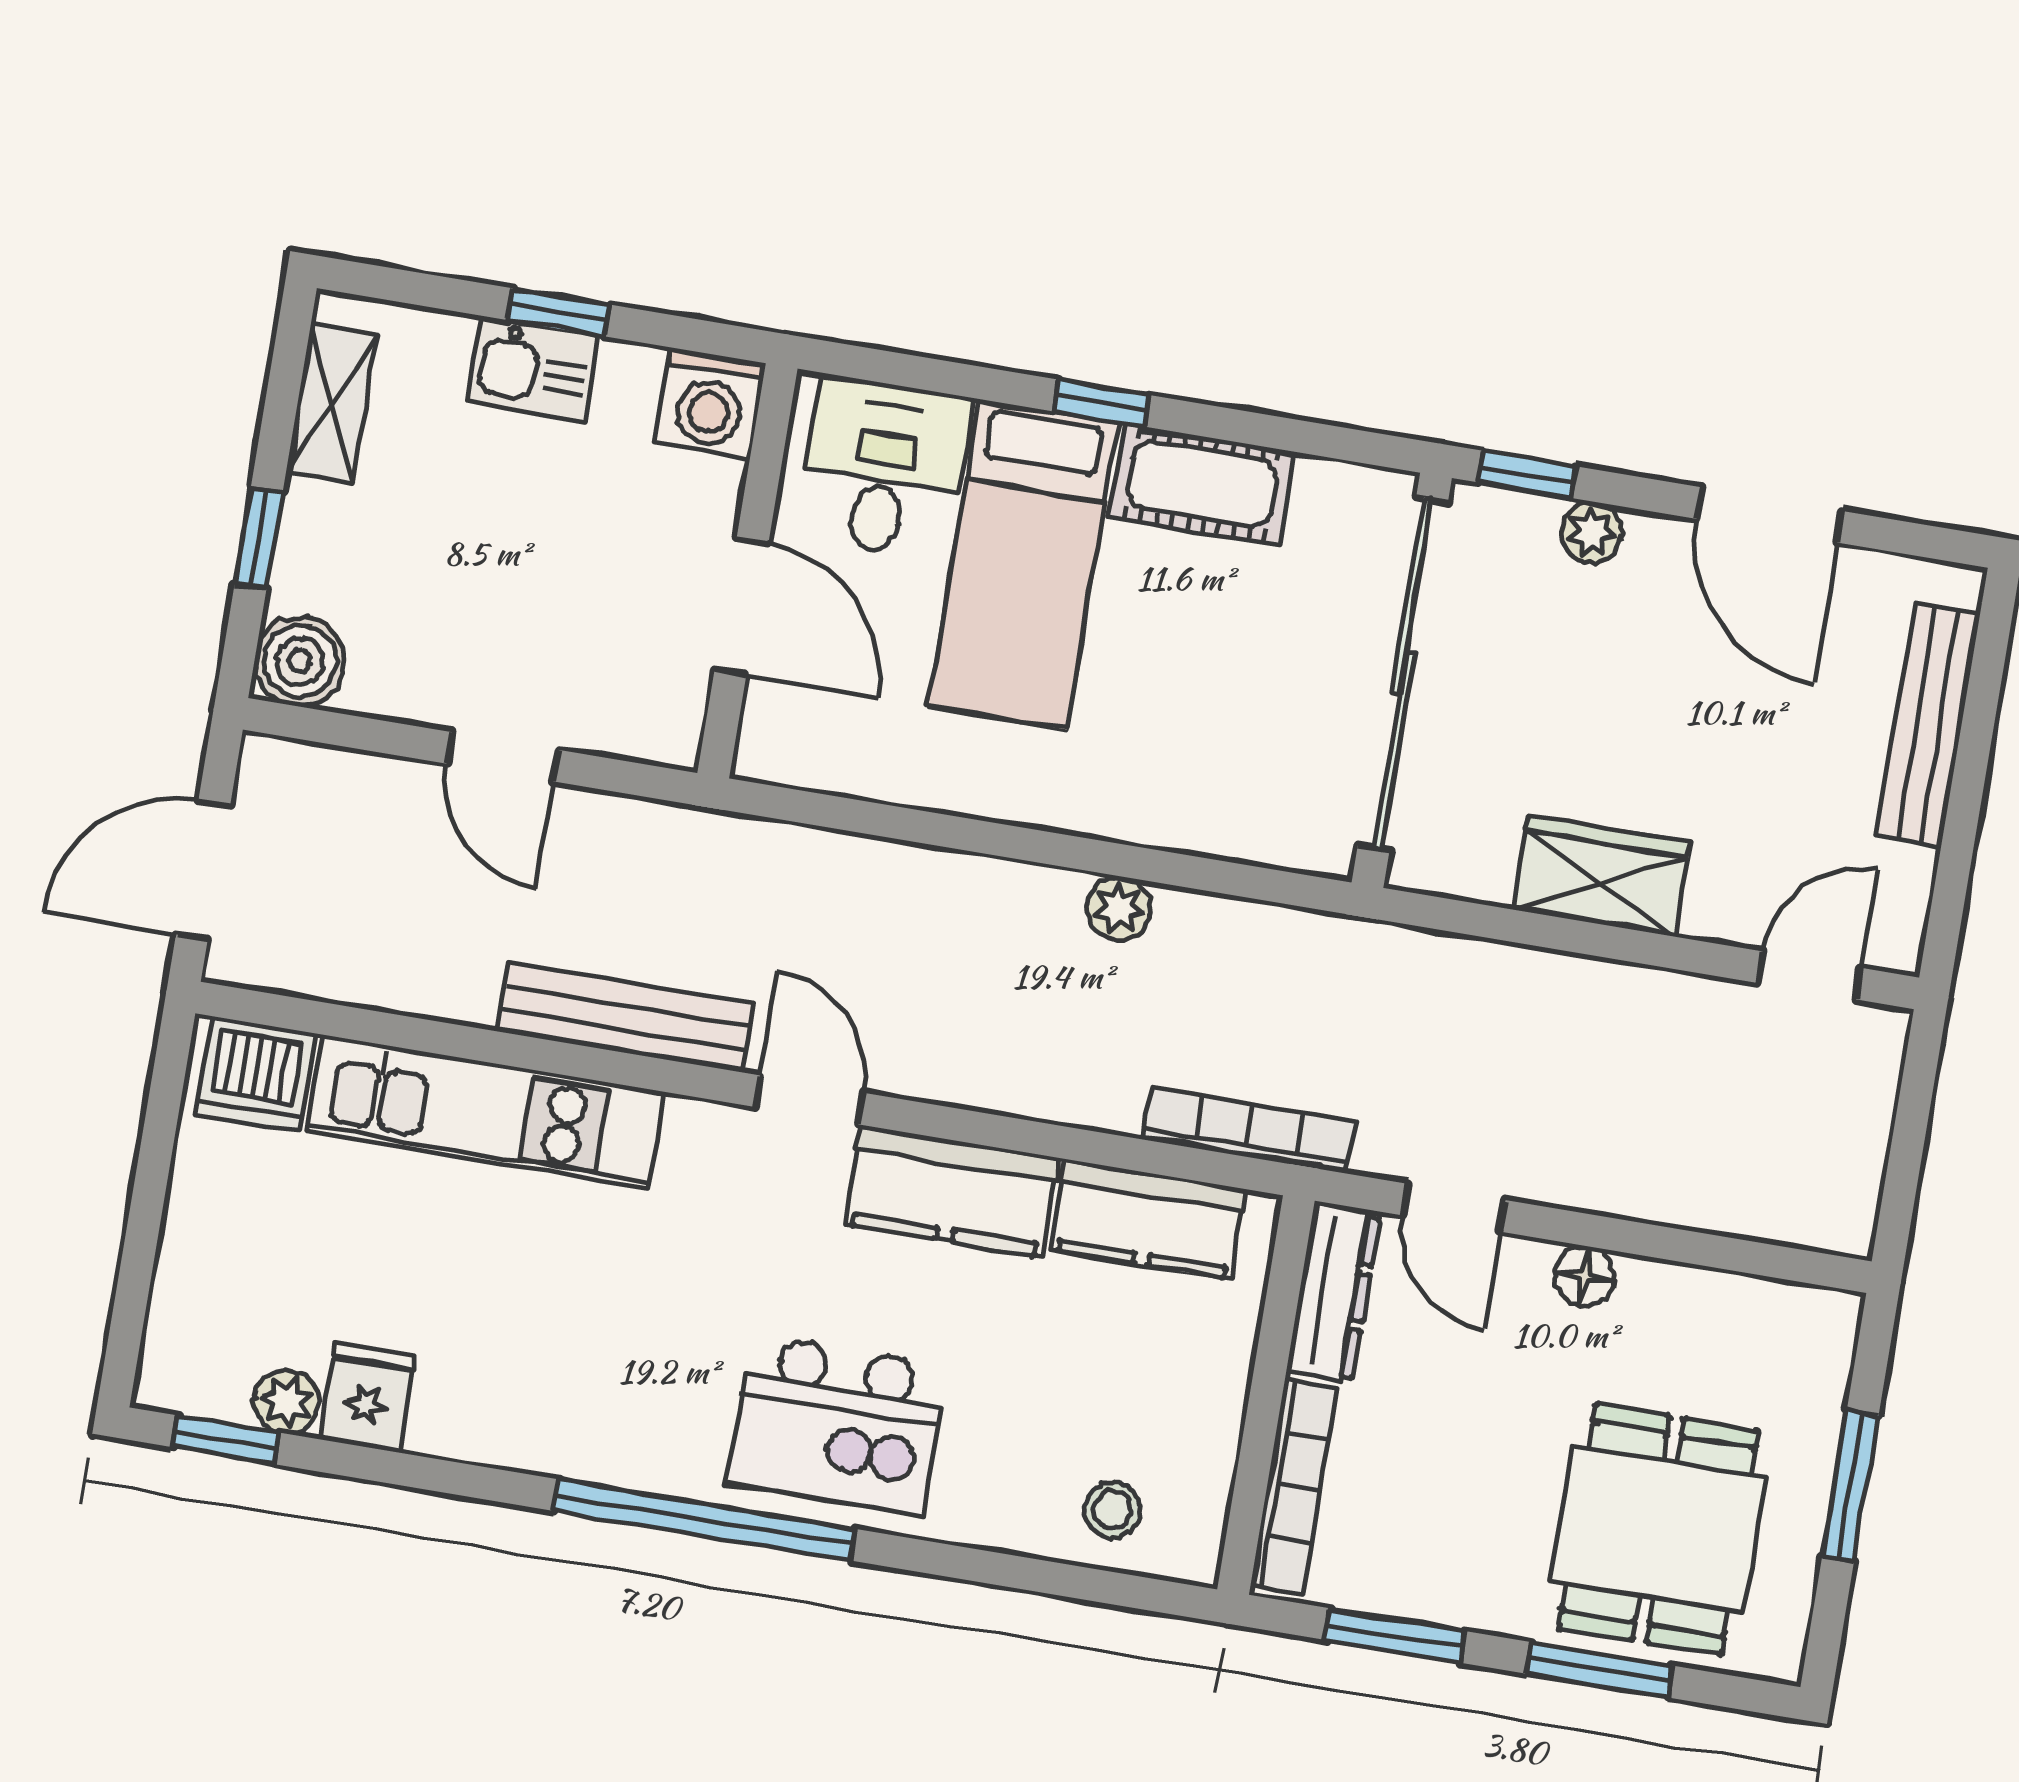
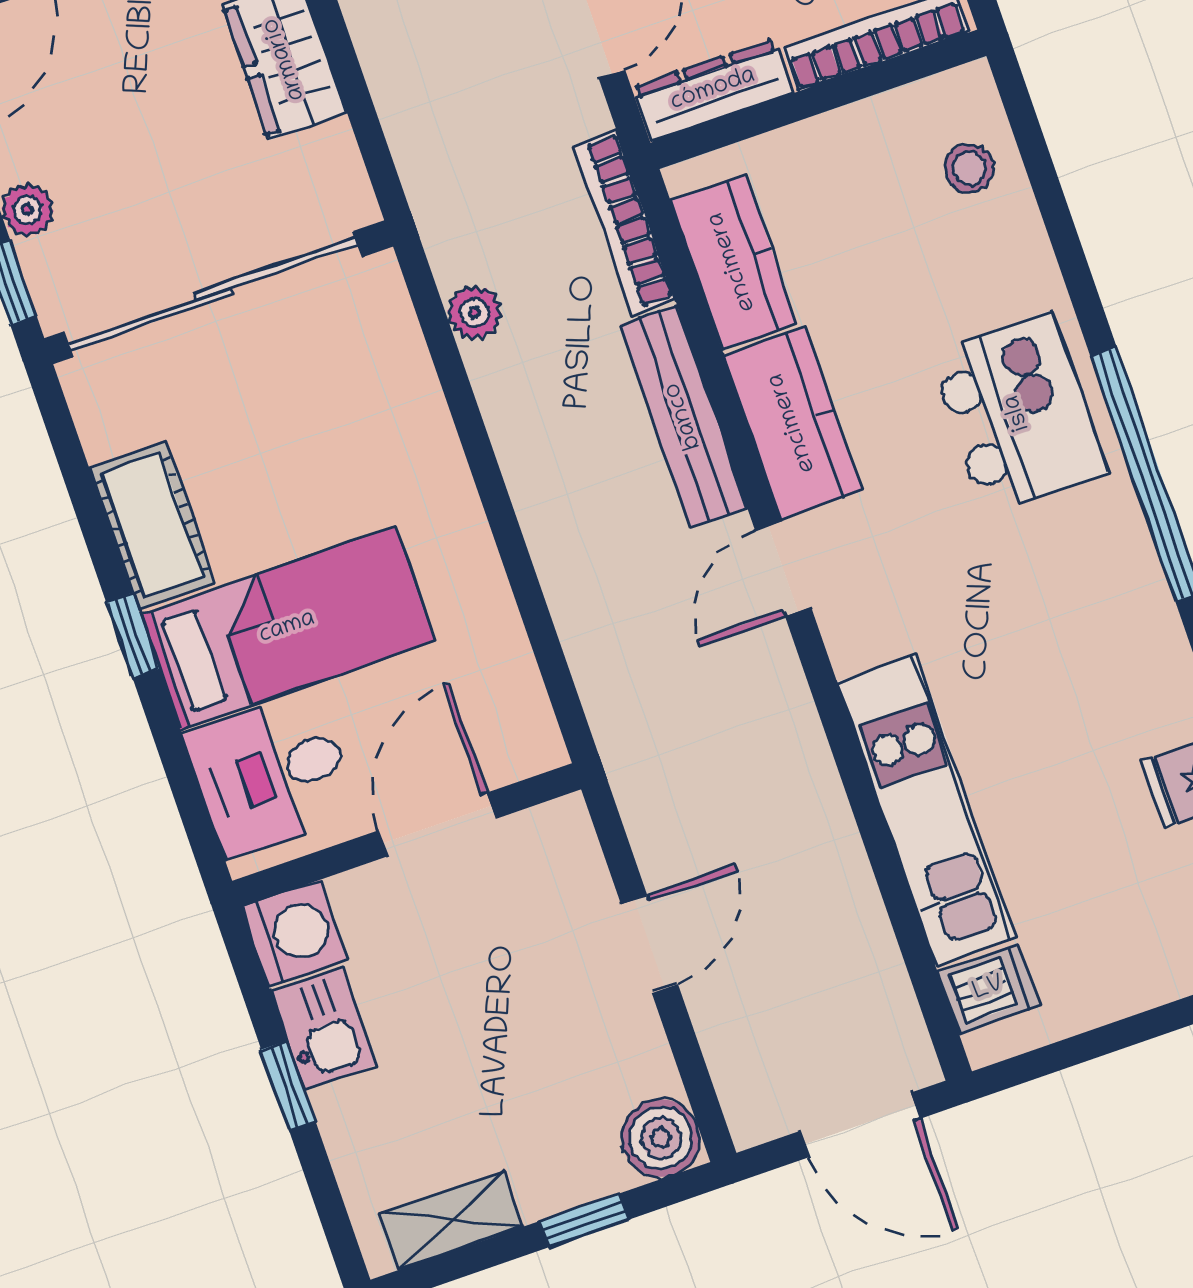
kitchen sink: (533, 368) -> (323, 1028), moved
plant: (1119, 908) -> (475, 313), moved
bench: (625, 1018) -> (684, 416), moved
dishwasher: (256, 1074) -> (989, 989), width x0.73

